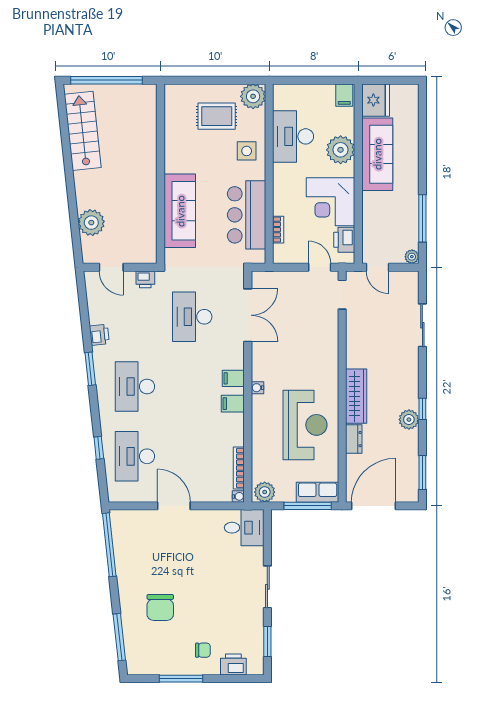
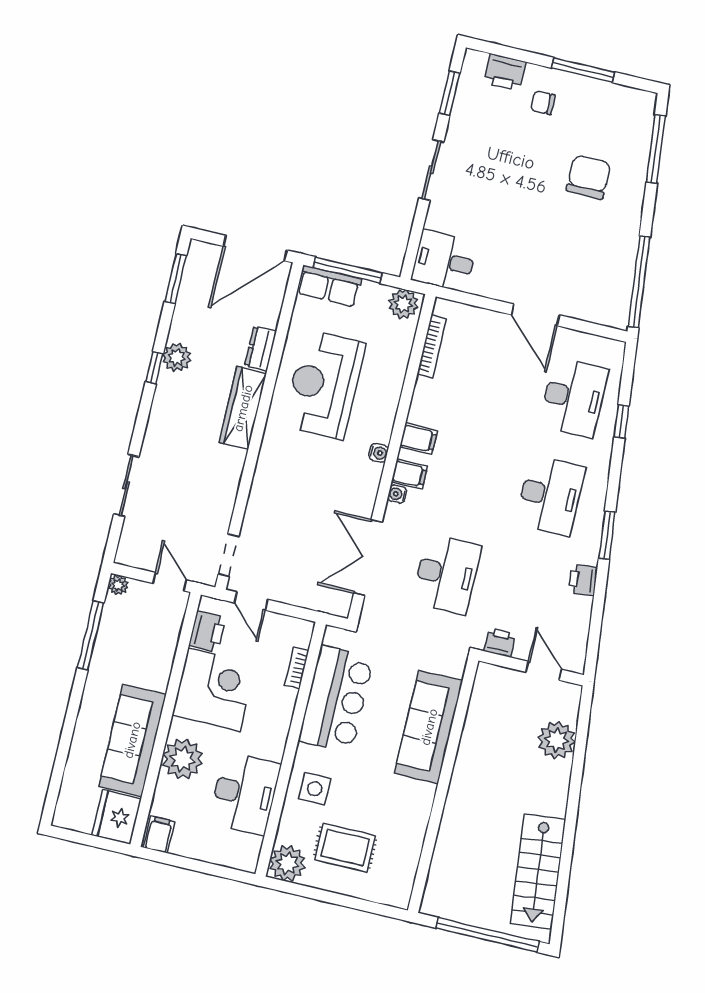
water cooler: (238, 496) -> (397, 494), moved

